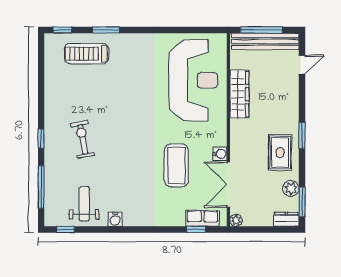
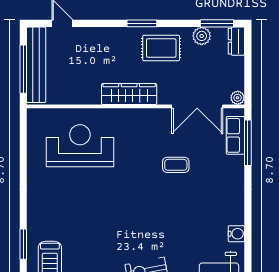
reception desk: (193, 80) -> (80, 146), width x0.74, depth x0.77
wardrobe: (239, 94) -> (129, 94), moved
water cooler: (220, 154) -> (163, 116), removed
coffee table: (176, 165) -> (176, 165), width x0.54, depth x0.58
window: (196, 229) -> (248, 143), width x2.17

